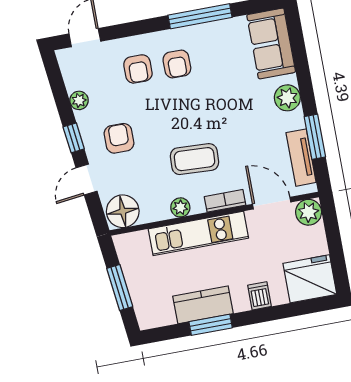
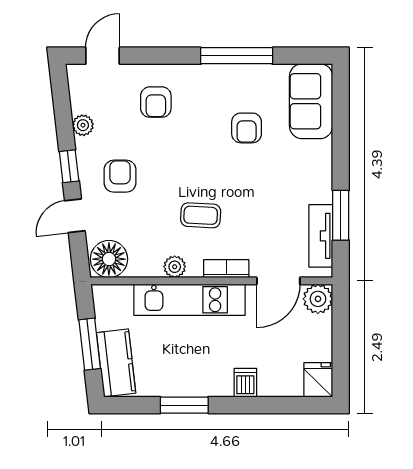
armchair: (177, 64) -> (247, 128), moved
plant: (287, 98) -> (318, 166), removed
coffee table: (194, 159) -> (201, 215), width x0.73, depth x0.77
door: (272, 203) -> (278, 281), swing flipped
fridge: (310, 279) -> (318, 380), width x0.53, depth x0.75
kitchen counter: (203, 305) -> (116, 363), moved, turned 83

